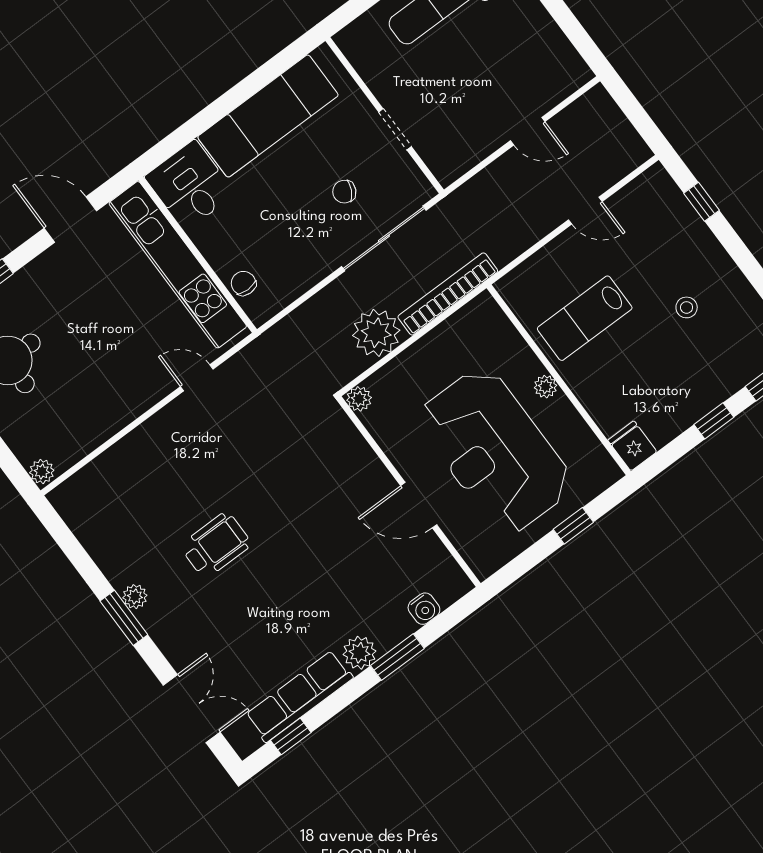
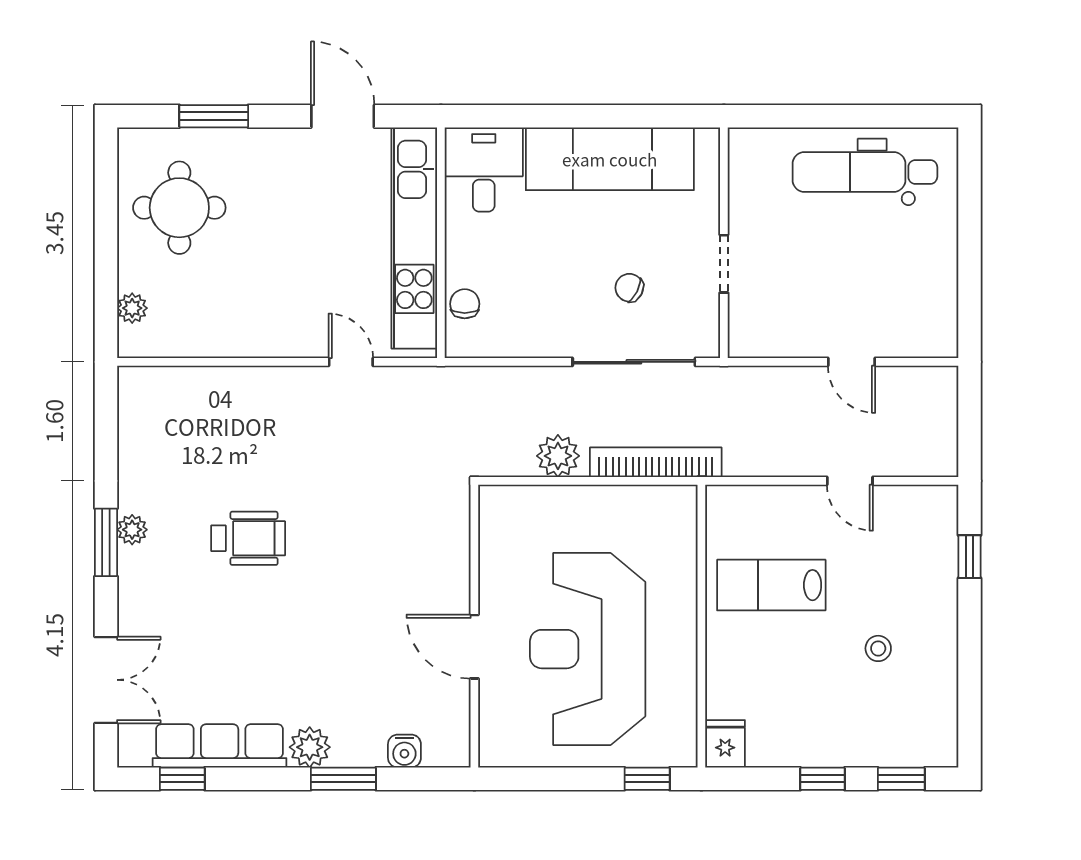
plant: (376, 333) -> (558, 456), width x0.73, depth x0.73
plant: (546, 387) -> (684, 623), removed
plant: (359, 399) -> (493, 500), removed
plant: (42, 471) -> (132, 308), moved
window: (573, 526) -> (647, 779), moved

